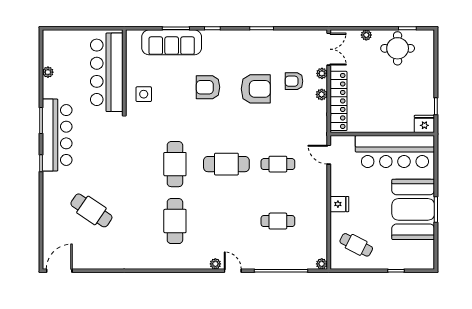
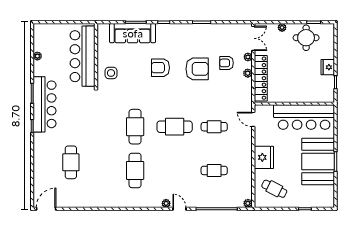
fridge: (424, 124) -> (328, 67), moved, turned -90
fridge: (339, 204) -> (264, 157), width x1.88, depth x1.34
cafe table: (91, 210) -> (71, 162), turned 56

